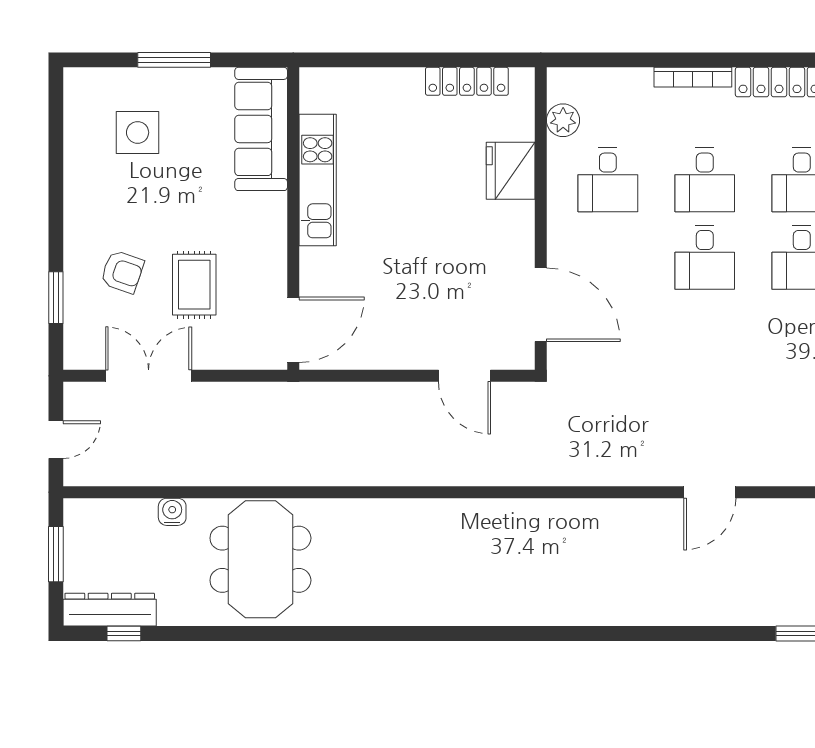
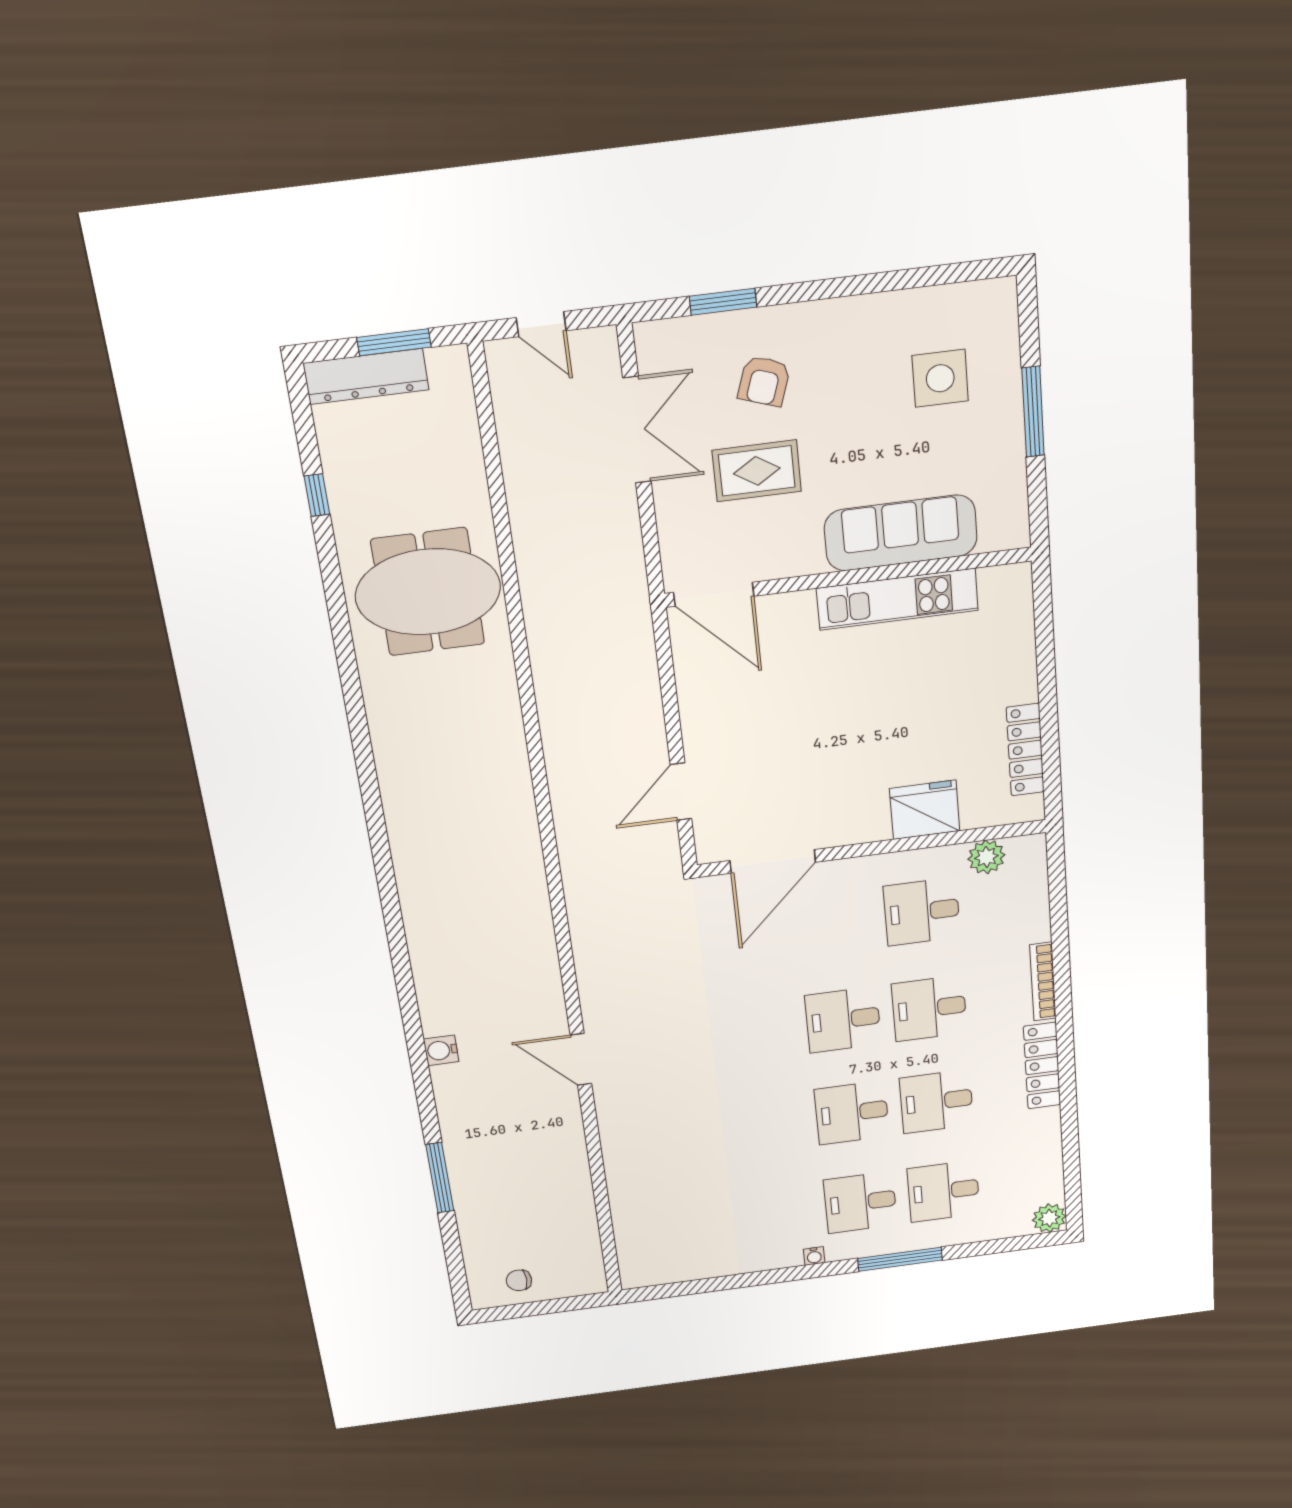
sofa: (261, 129) -> (901, 533), moved
water cooler: (172, 512) -> (441, 1050), moved, turned 180
dresser: (110, 610) -> (366, 376), moved, turned 90
window: (124, 634) -> (317, 495), moved

